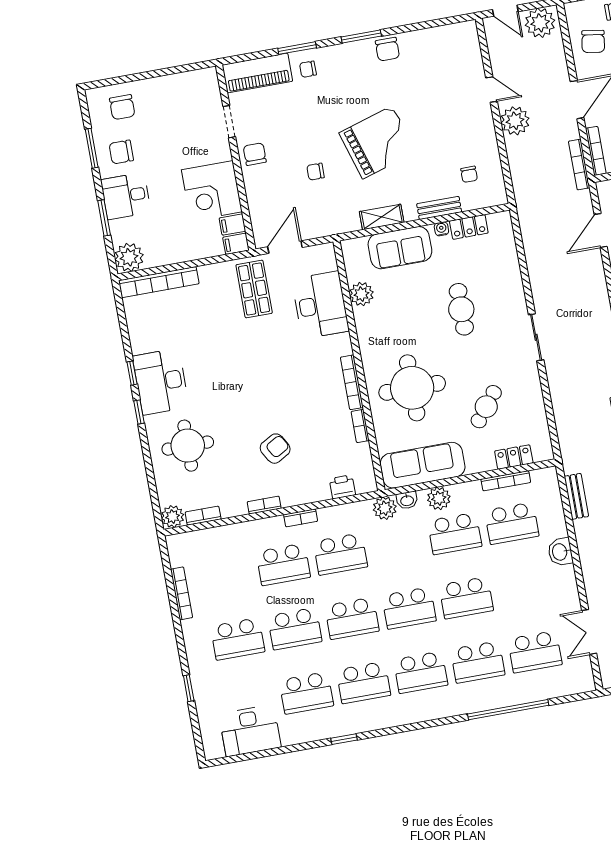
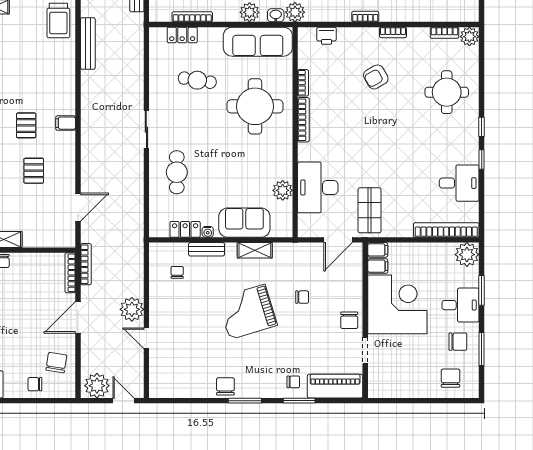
corner desk: (212, 191) -> (397, 304), width x1.36, depth x1.36
cafe table: (461, 309) -> (177, 172), moved
desk: (161, 382) -> (459, 183), moved, width x0.73
cafe table: (486, 407) -> (197, 80), turned 61

